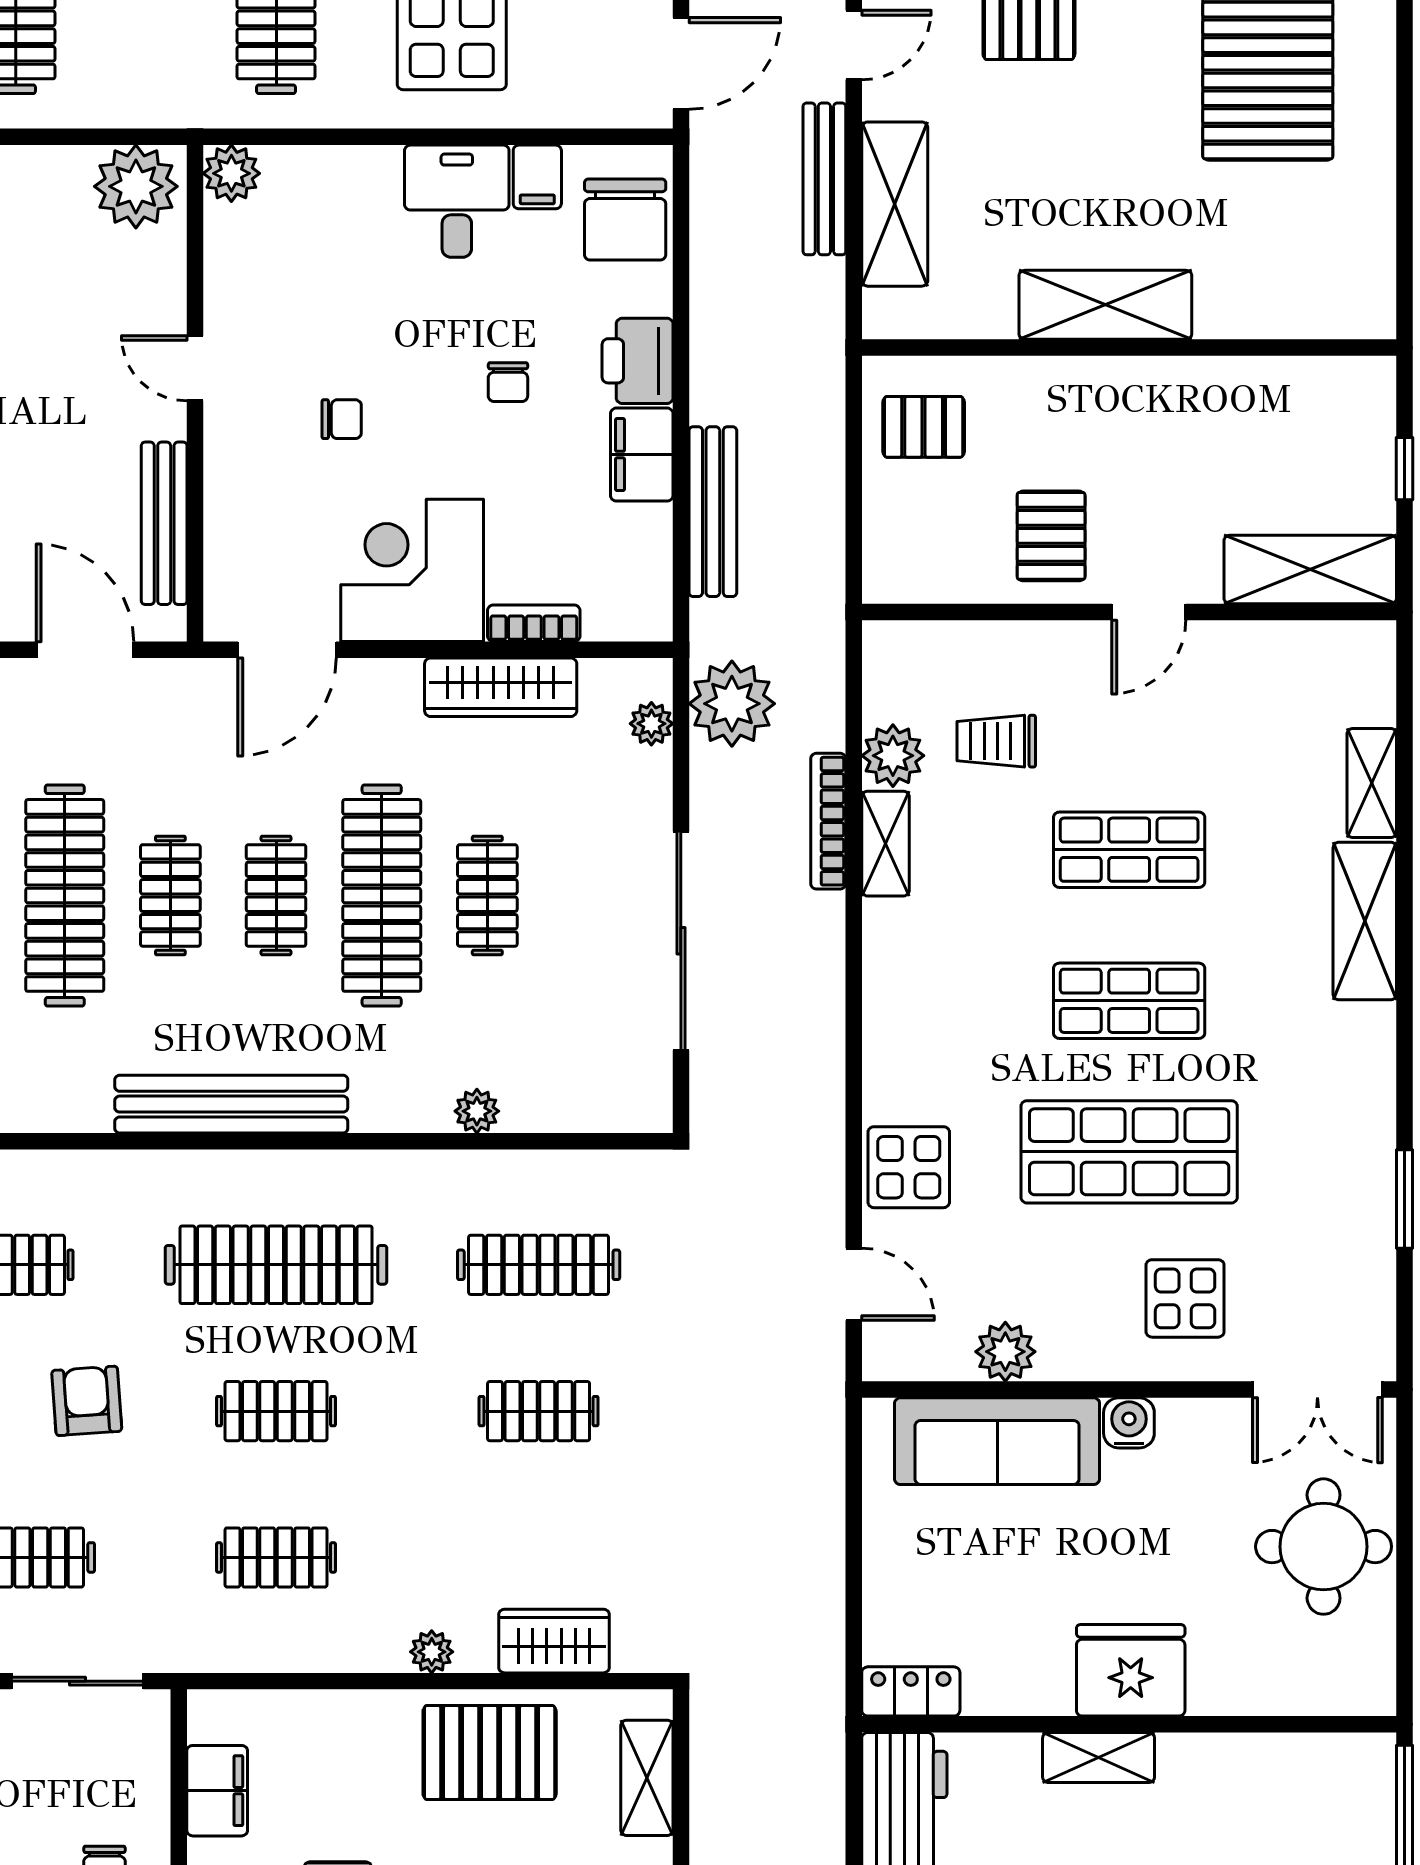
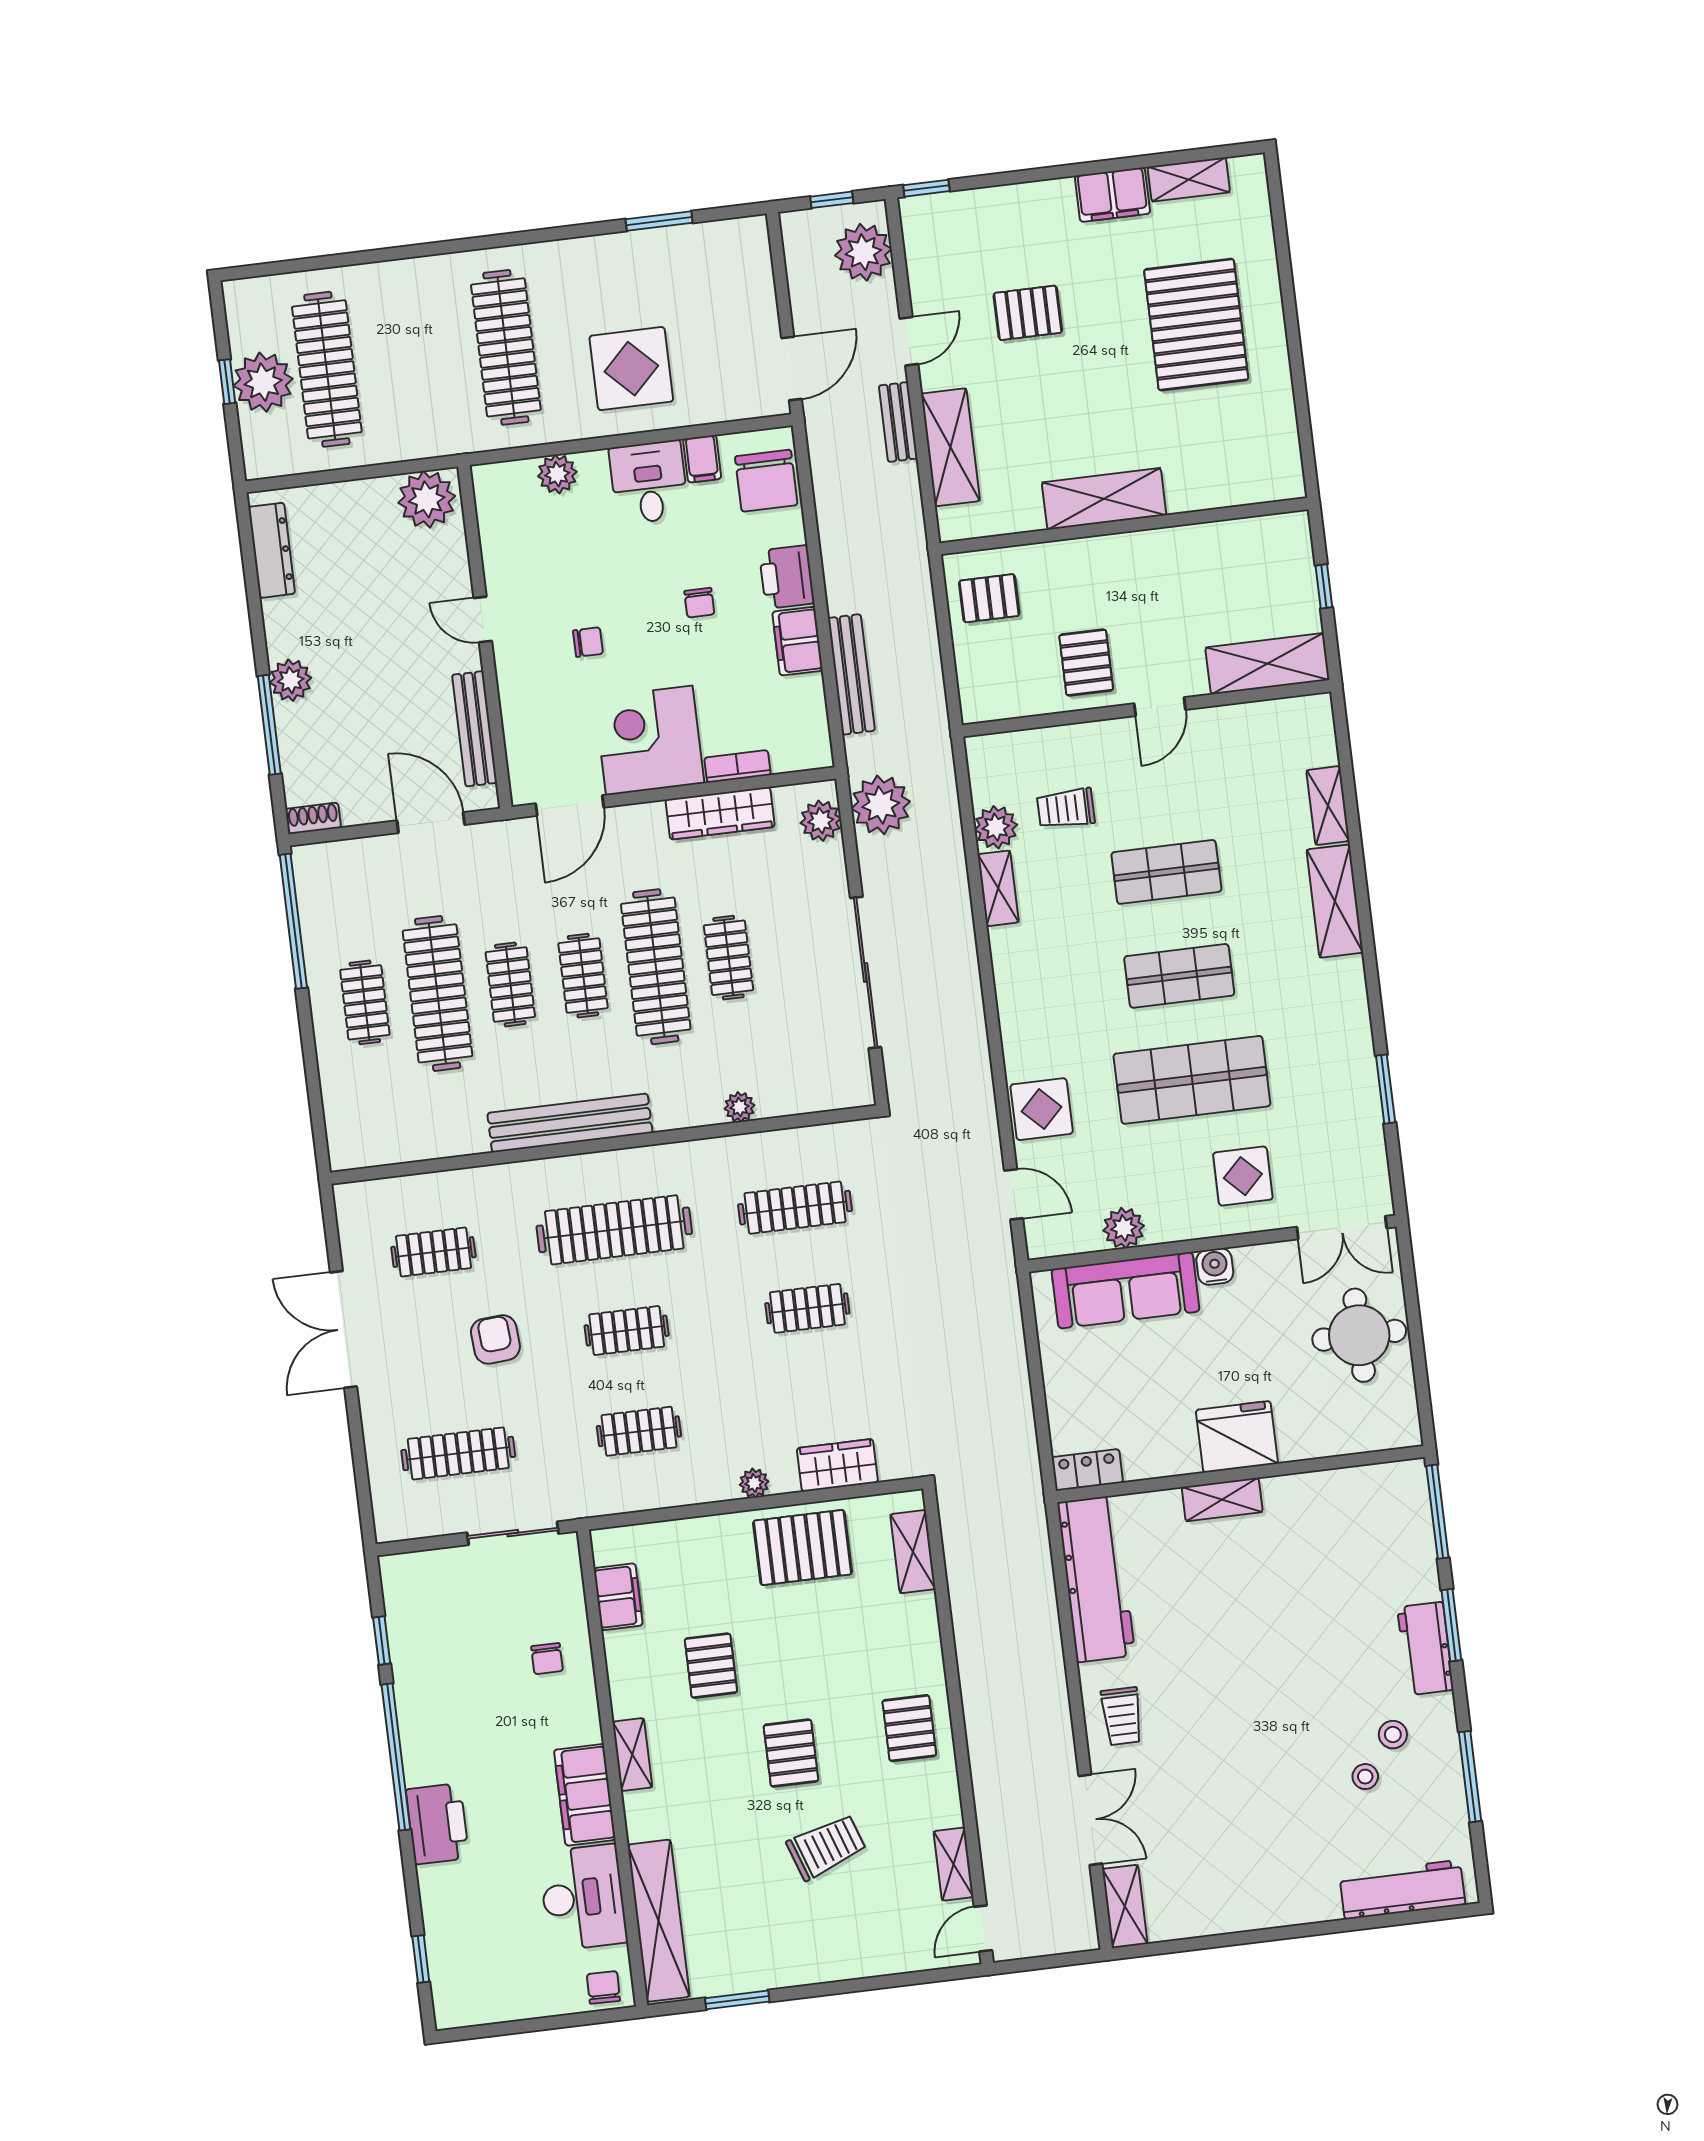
plant: (231, 173) -> (557, 474), moved
bench: (824, 179) -> (898, 422), width x0.73
plant: (651, 724) -> (821, 821), width x1.38, depth x1.38
bookcase: (828, 821) -> (957, 878), removed

